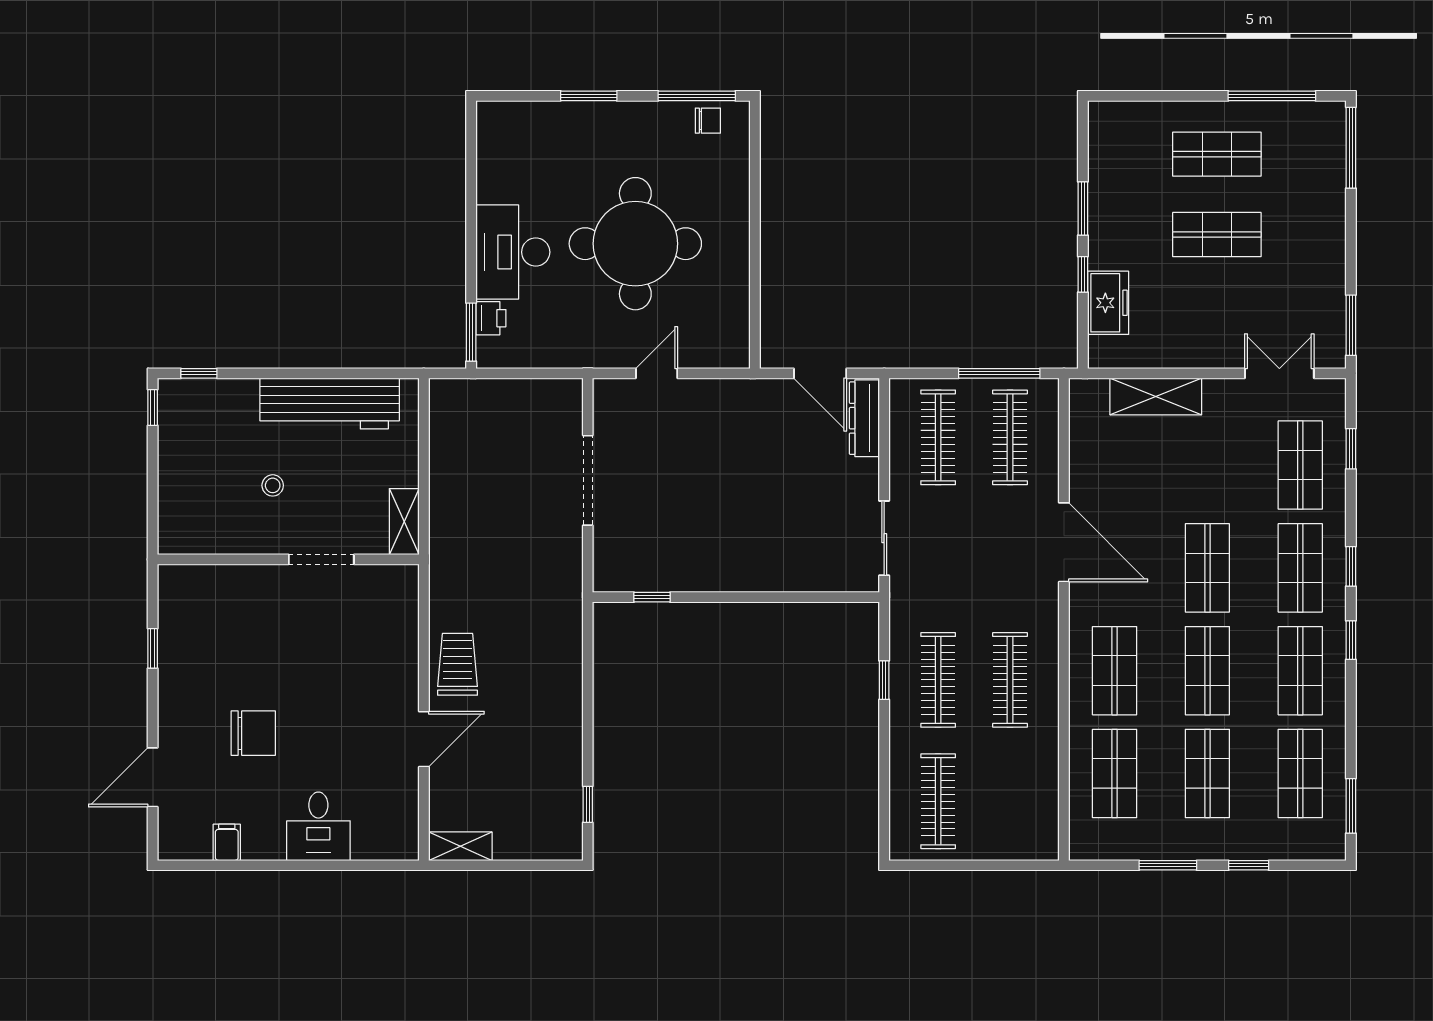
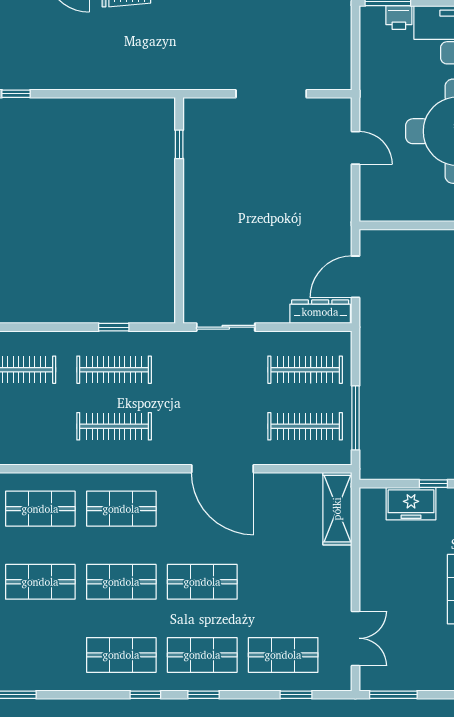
shelving: (1156, 396) -> (337, 509), moved
door: (1064, 542) -> (222, 469), hinge flipped
shop shelf: (1300, 774) -> (40, 655), removed

